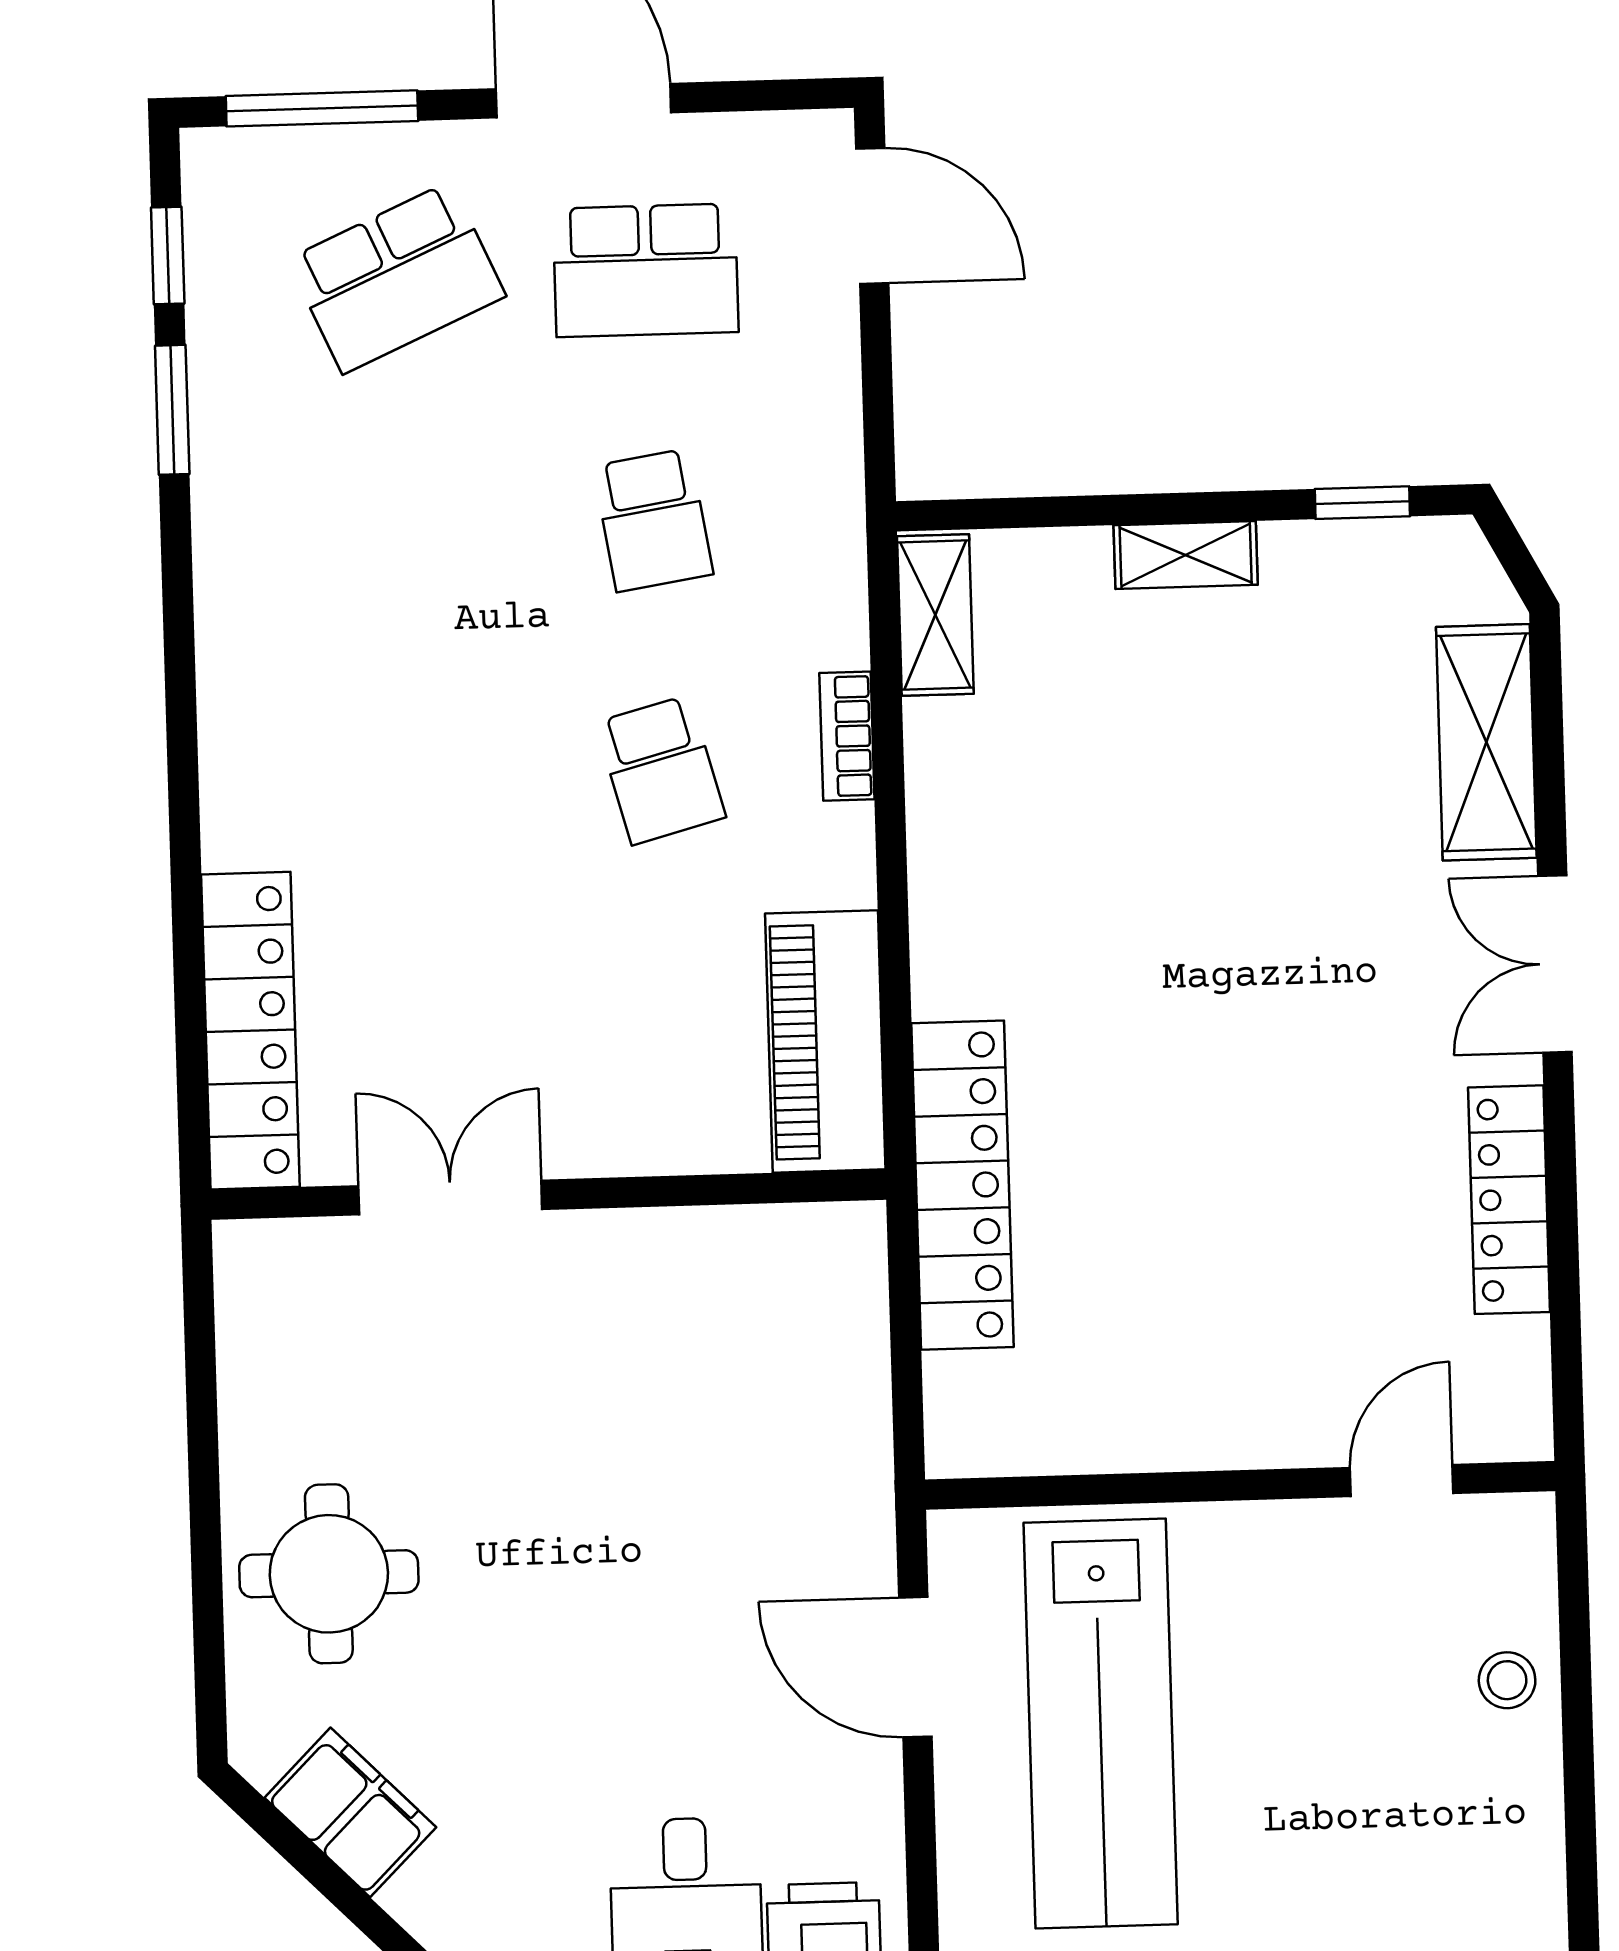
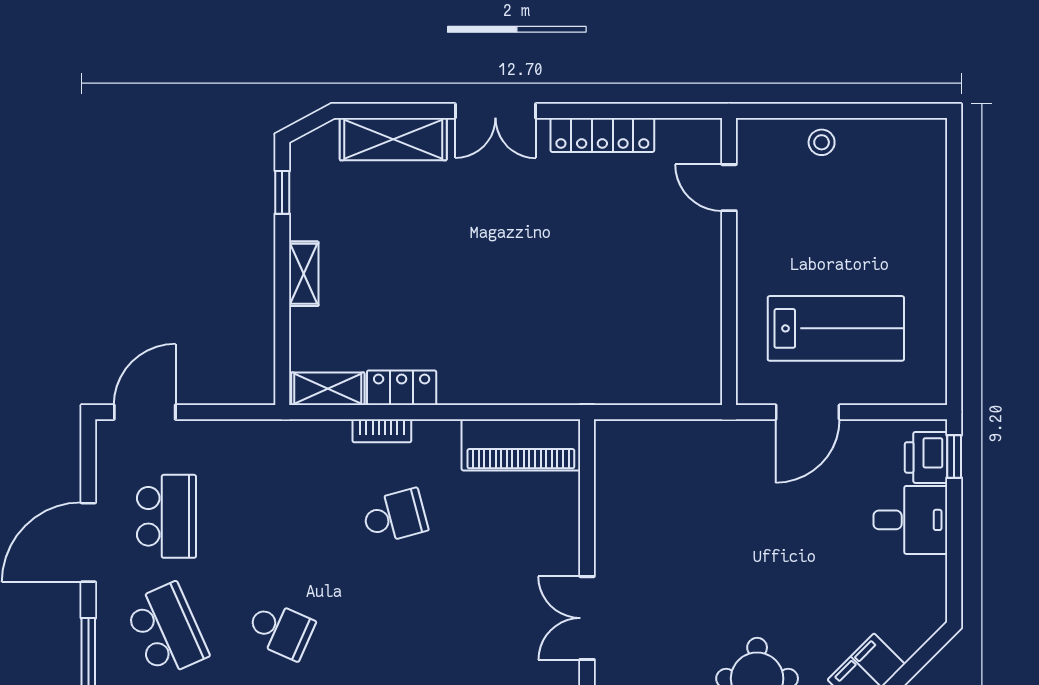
school desk: (653, 520) -> (281, 630), moved, turned 33
locker: (963, 1185) -> (402, 388), moved, width x0.46, depth x0.83
lab bench: (1101, 1724) -> (836, 328), width x0.73

